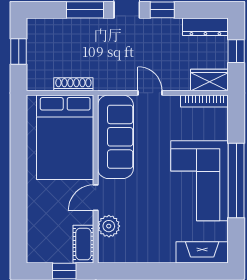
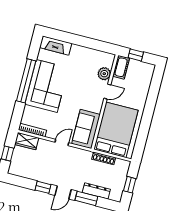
dresser: (205, 27) -> (96, 191), moved
door: (150, 93) -> (62, 142), swing flipped
sofa: (115, 137) -> (86, 129), width x0.73

